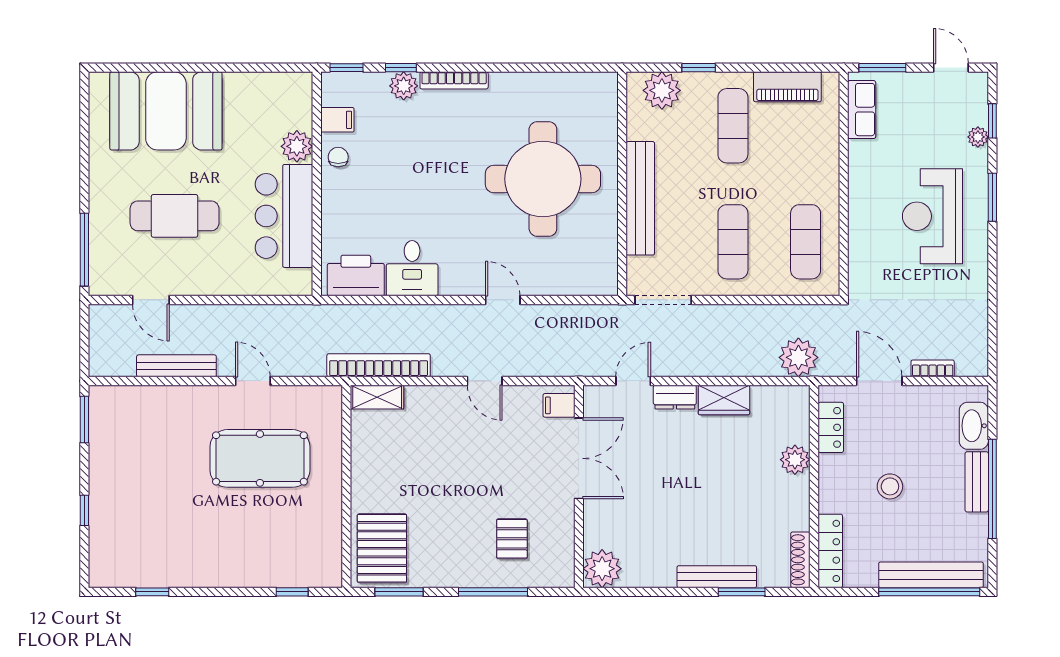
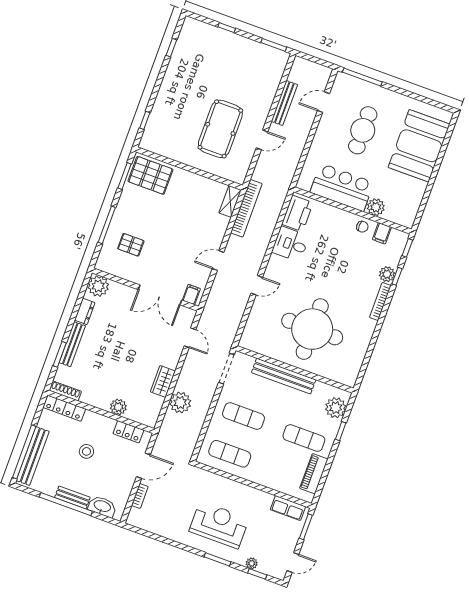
plant: (798, 357) -> (180, 403), moved
dresser: (675, 397) -> (85, 311), moved, turned 180

